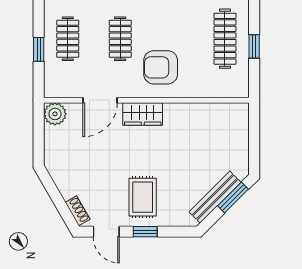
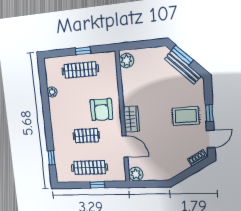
clothes rail: (68, 39) -> (90, 167), width x1.36
plant: (233, 114) -> (126, 61), added

